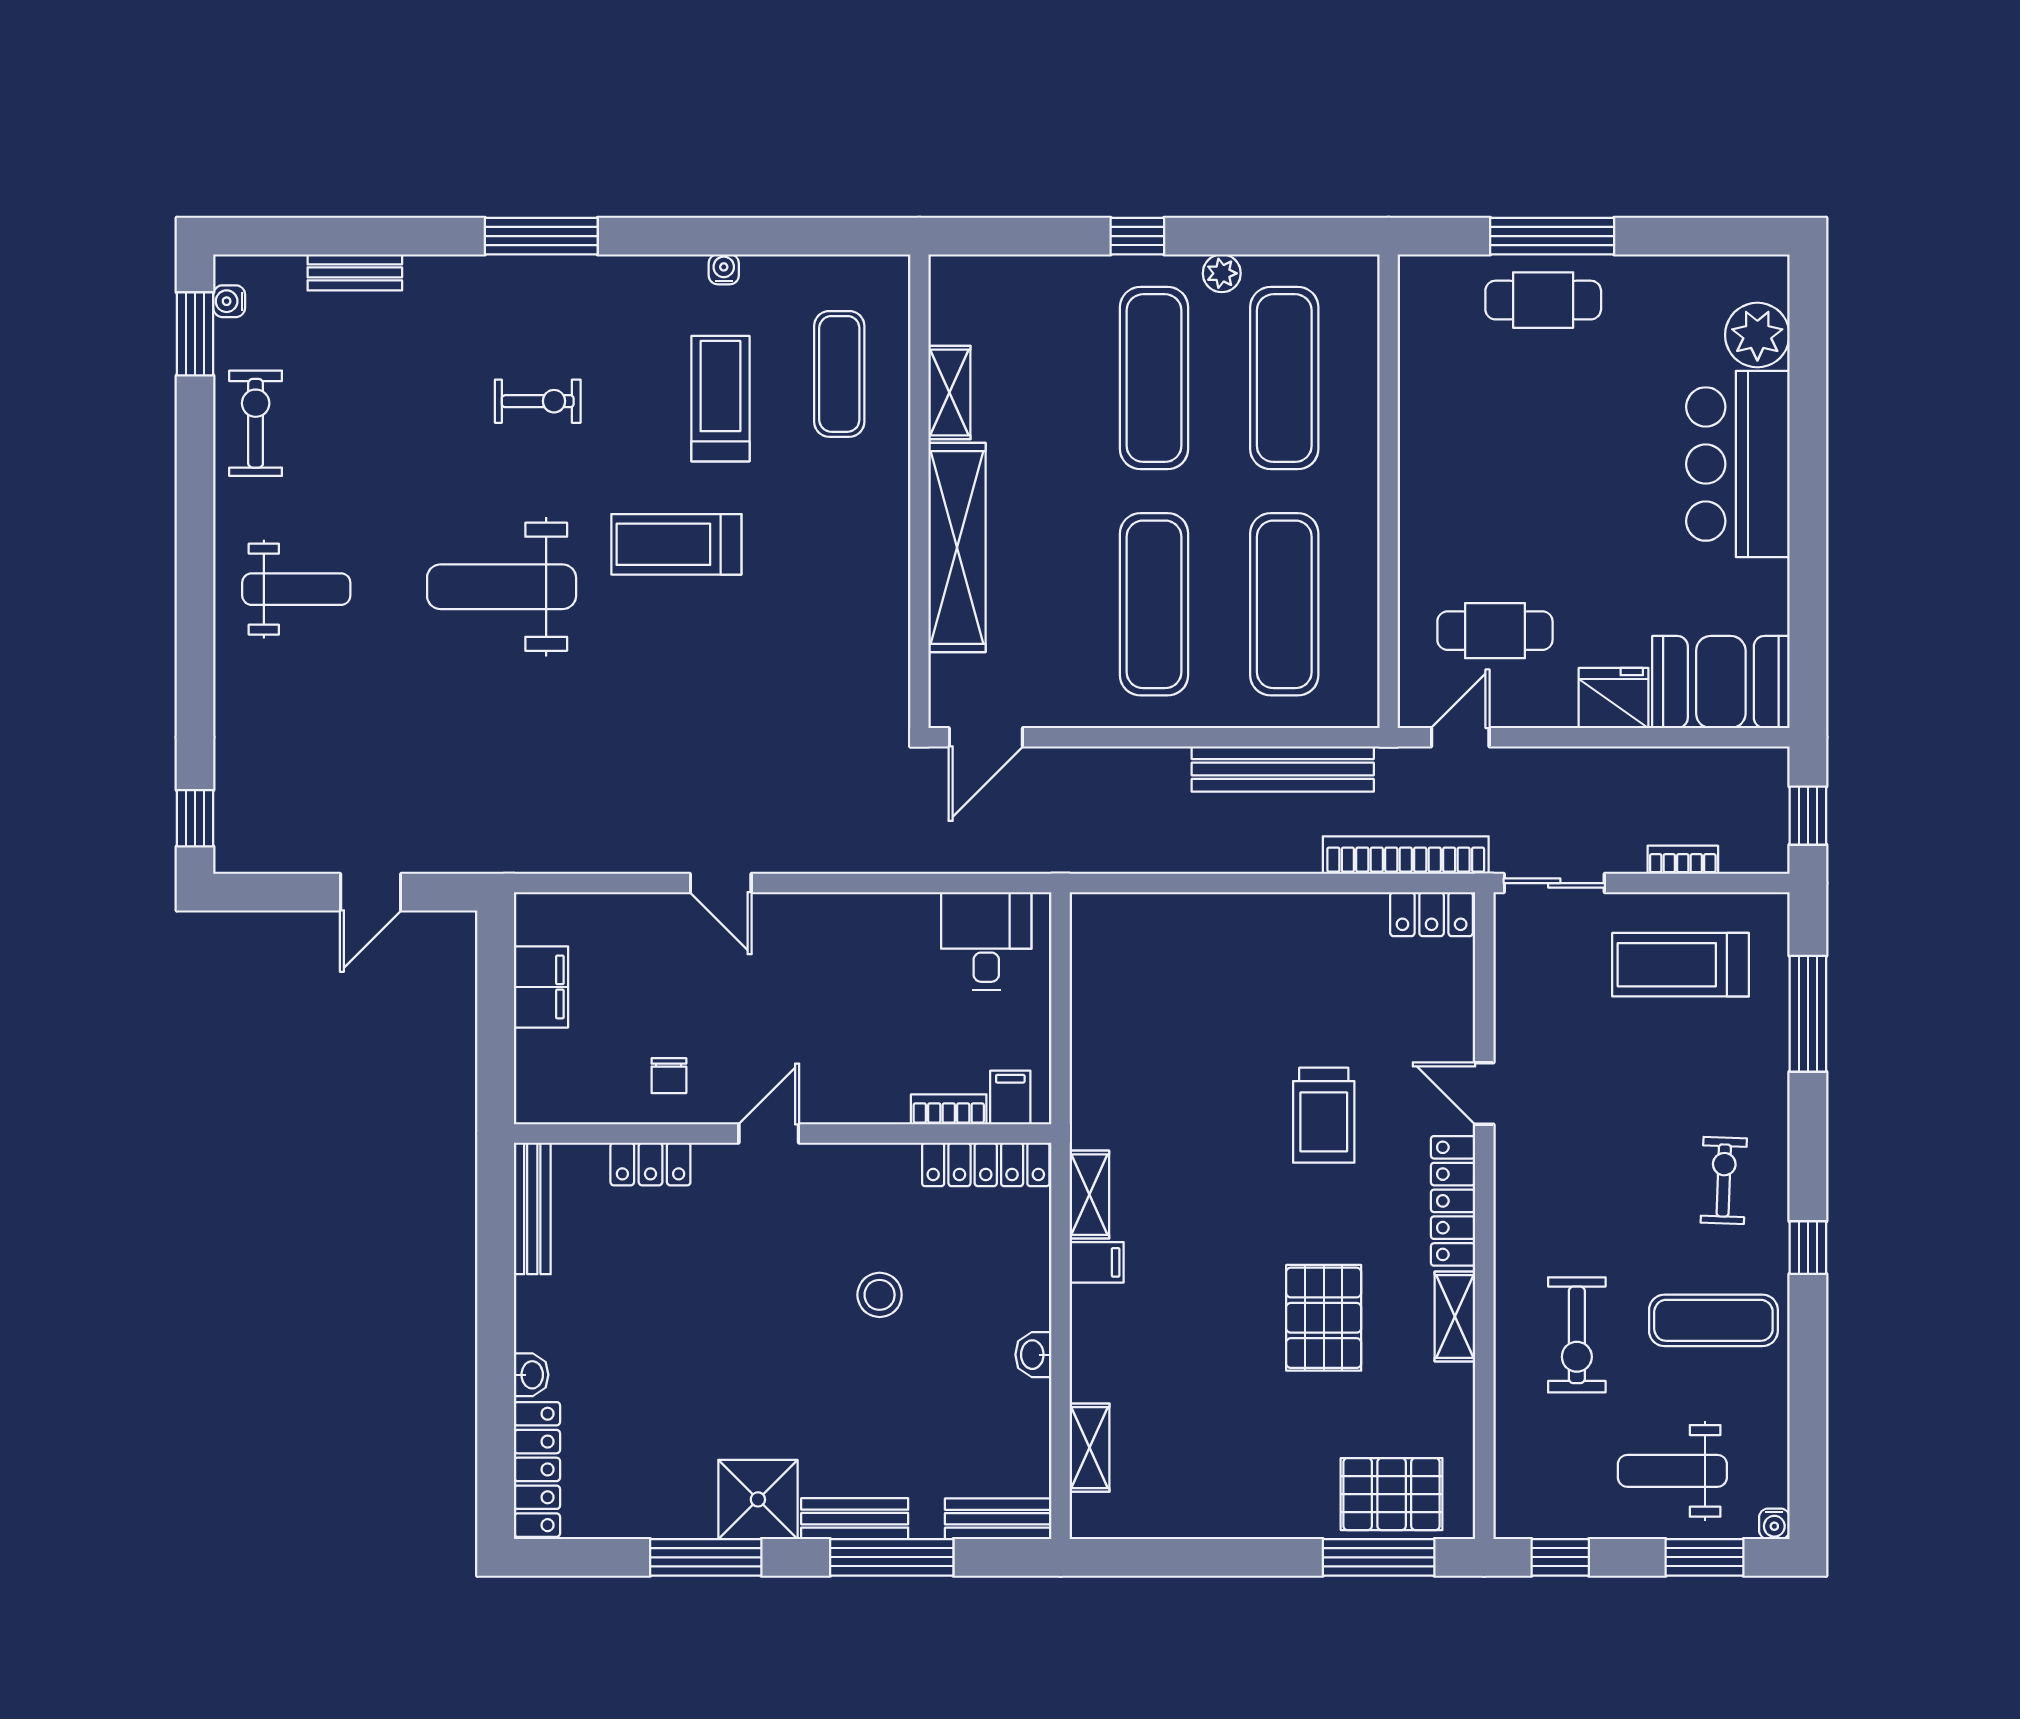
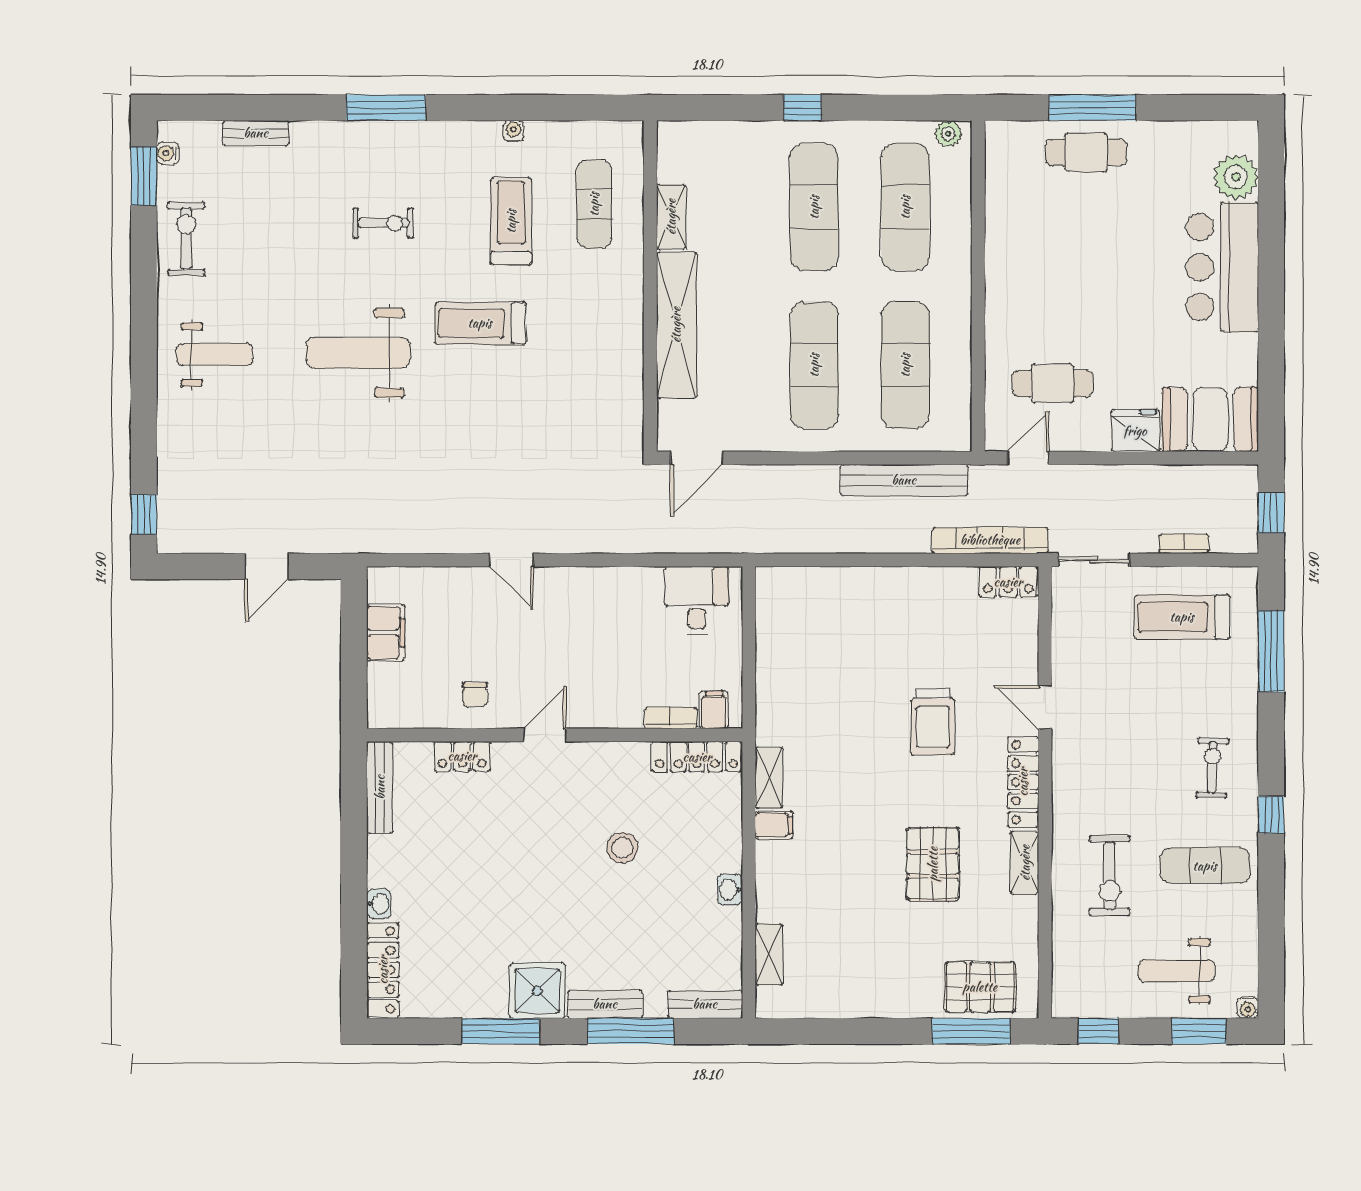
plant: (1222, 273) -> (948, 134), moved

